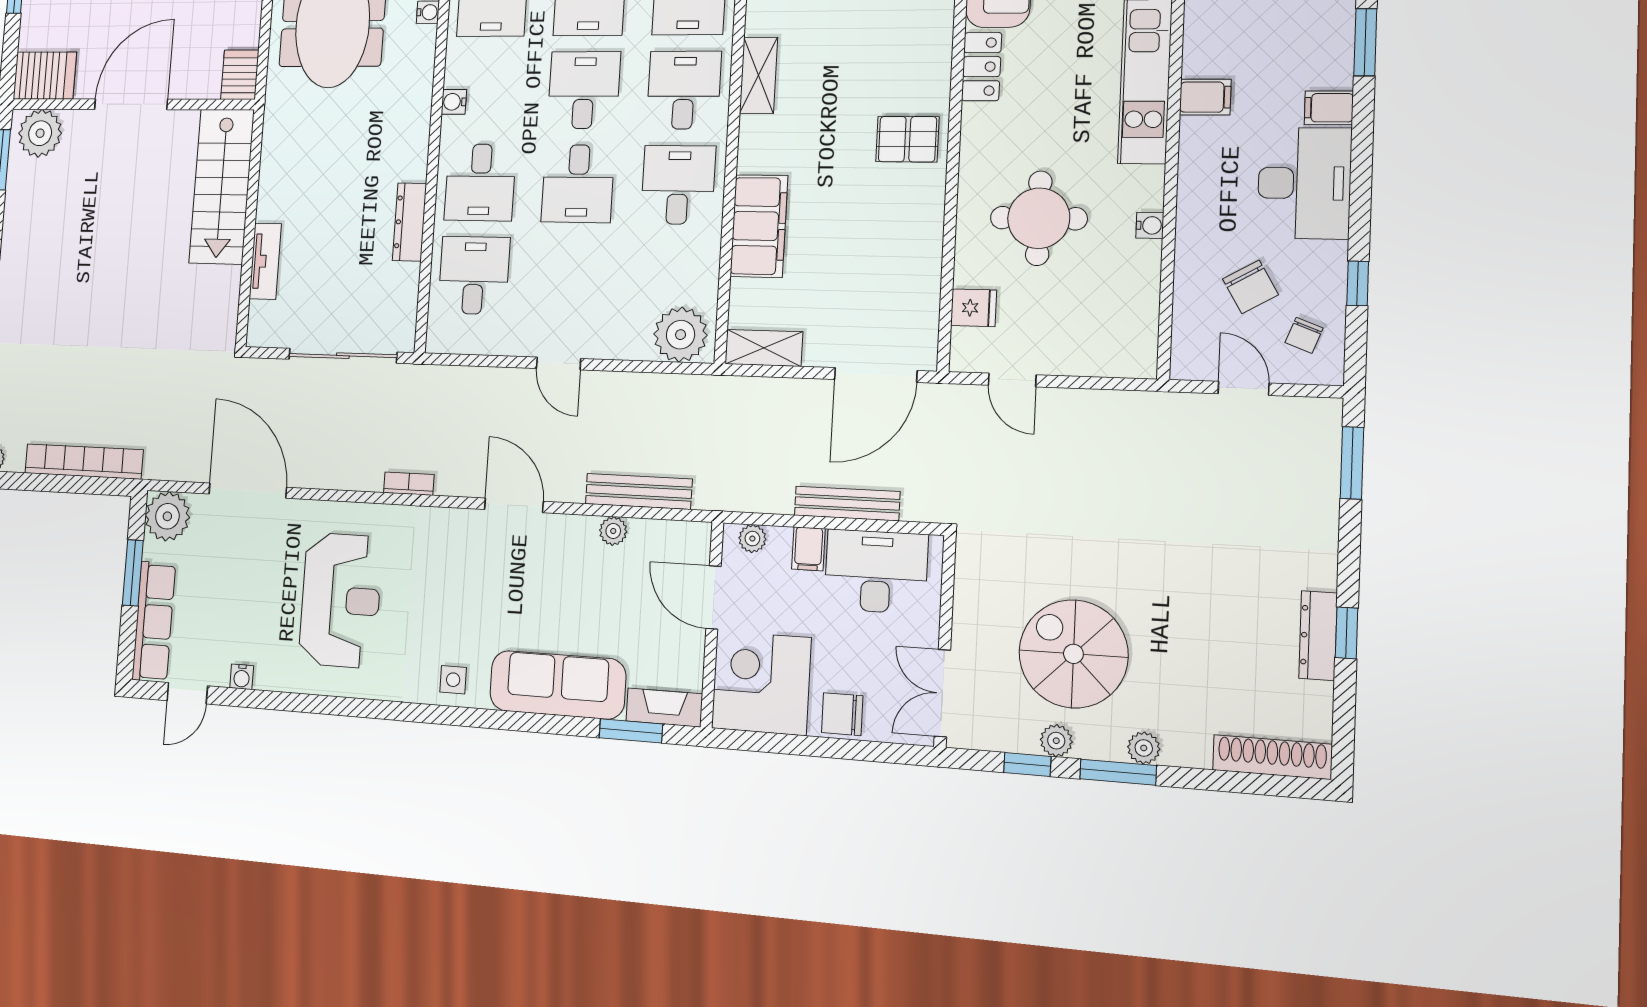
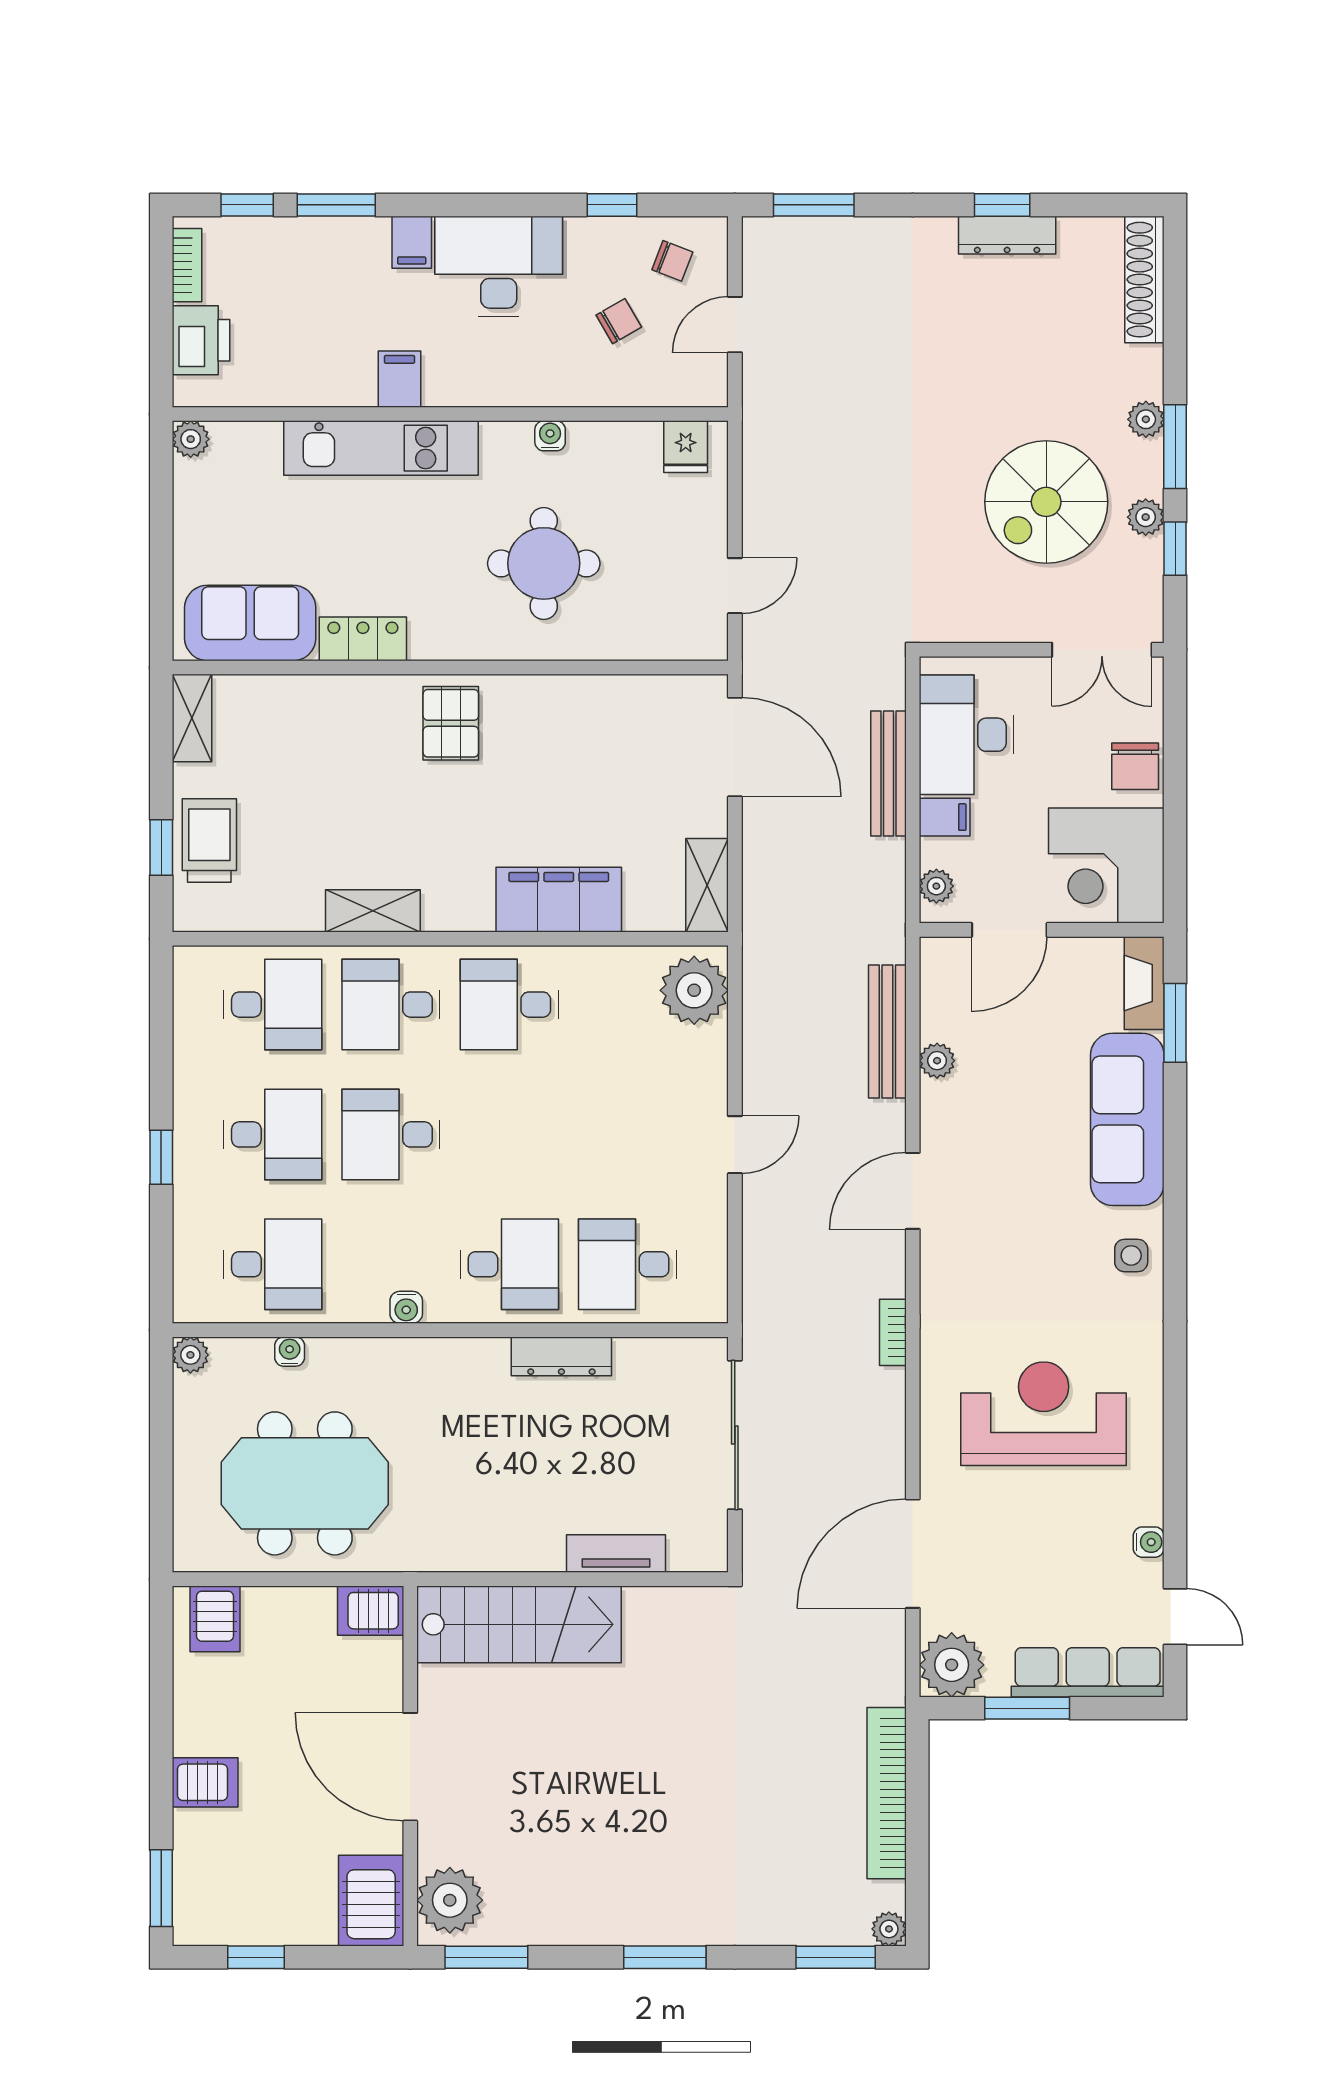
desk: (578, 184) -> (509, 1134), removed
chair: (1250, 287) -> (619, 321), width x0.73, depth x0.73
fridge: (974, 308) -> (686, 447), moved, turned 180

